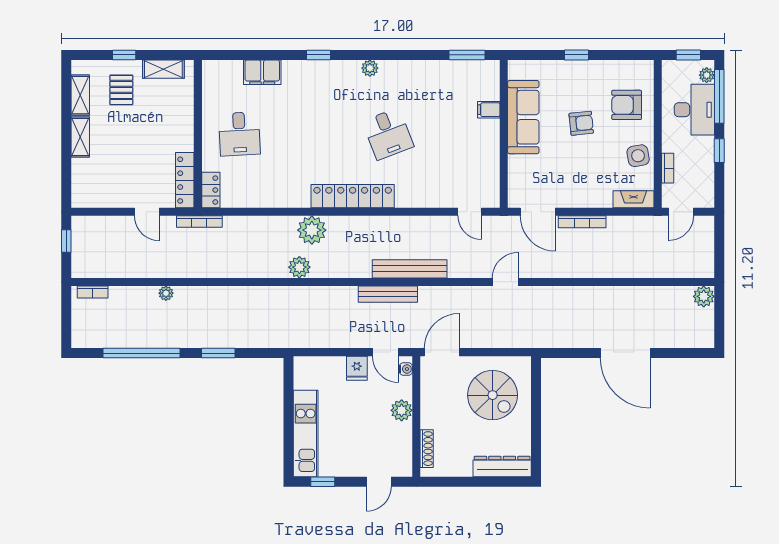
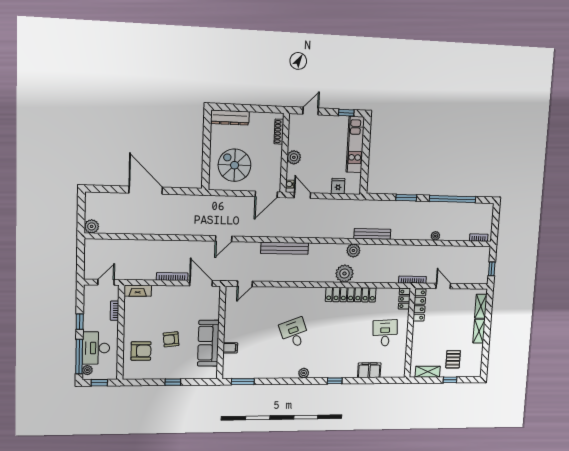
shelving: (80, 95) -> (481, 306), moved
side table: (638, 156) -> (134, 319), removed
locker: (353, 196) -> (351, 295), moved
door: (470, 212) -> (245, 284), swing flipped
bench: (388, 294) -> (372, 234), moved
fridge: (357, 368) -> (338, 186), moved

